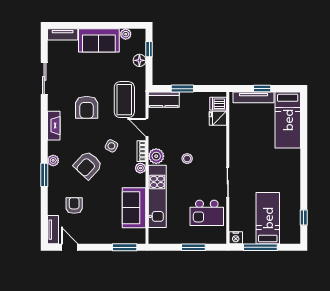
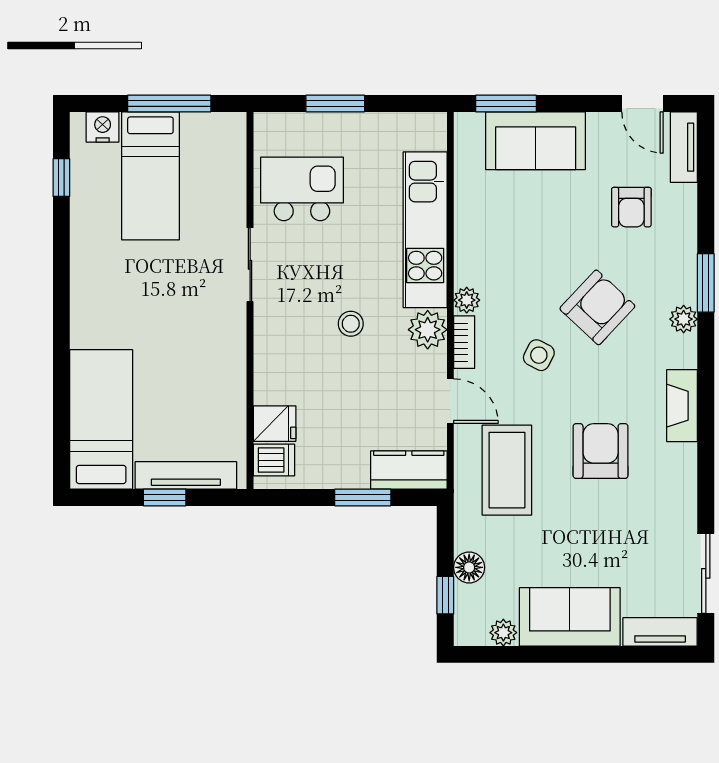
sliding door: (44, 78) -> (706, 573), moved
sofa: (134, 208) -> (536, 141), moved, turned 90
nightstand: (236, 238) -> (103, 127), moved

